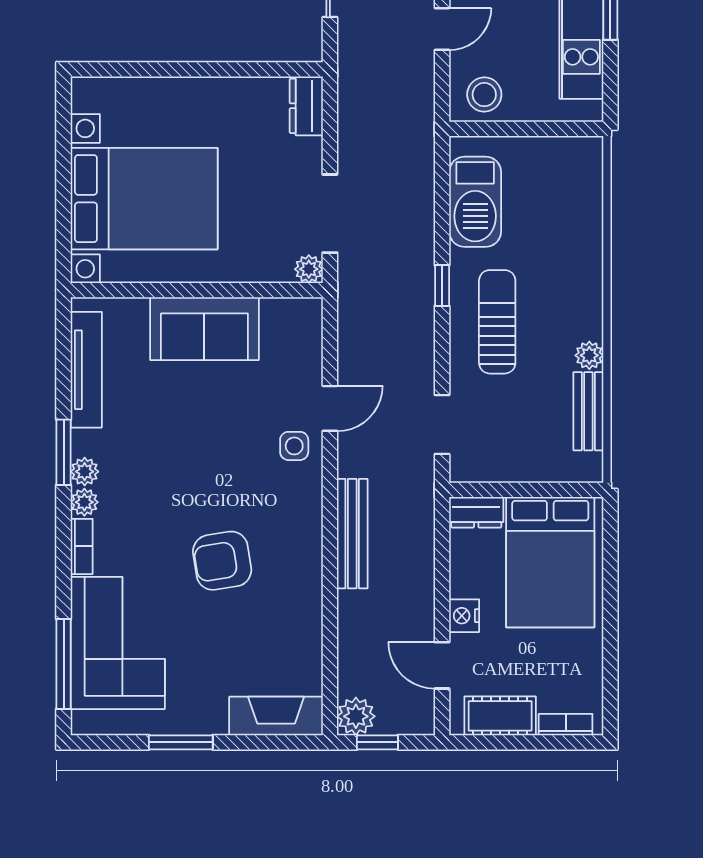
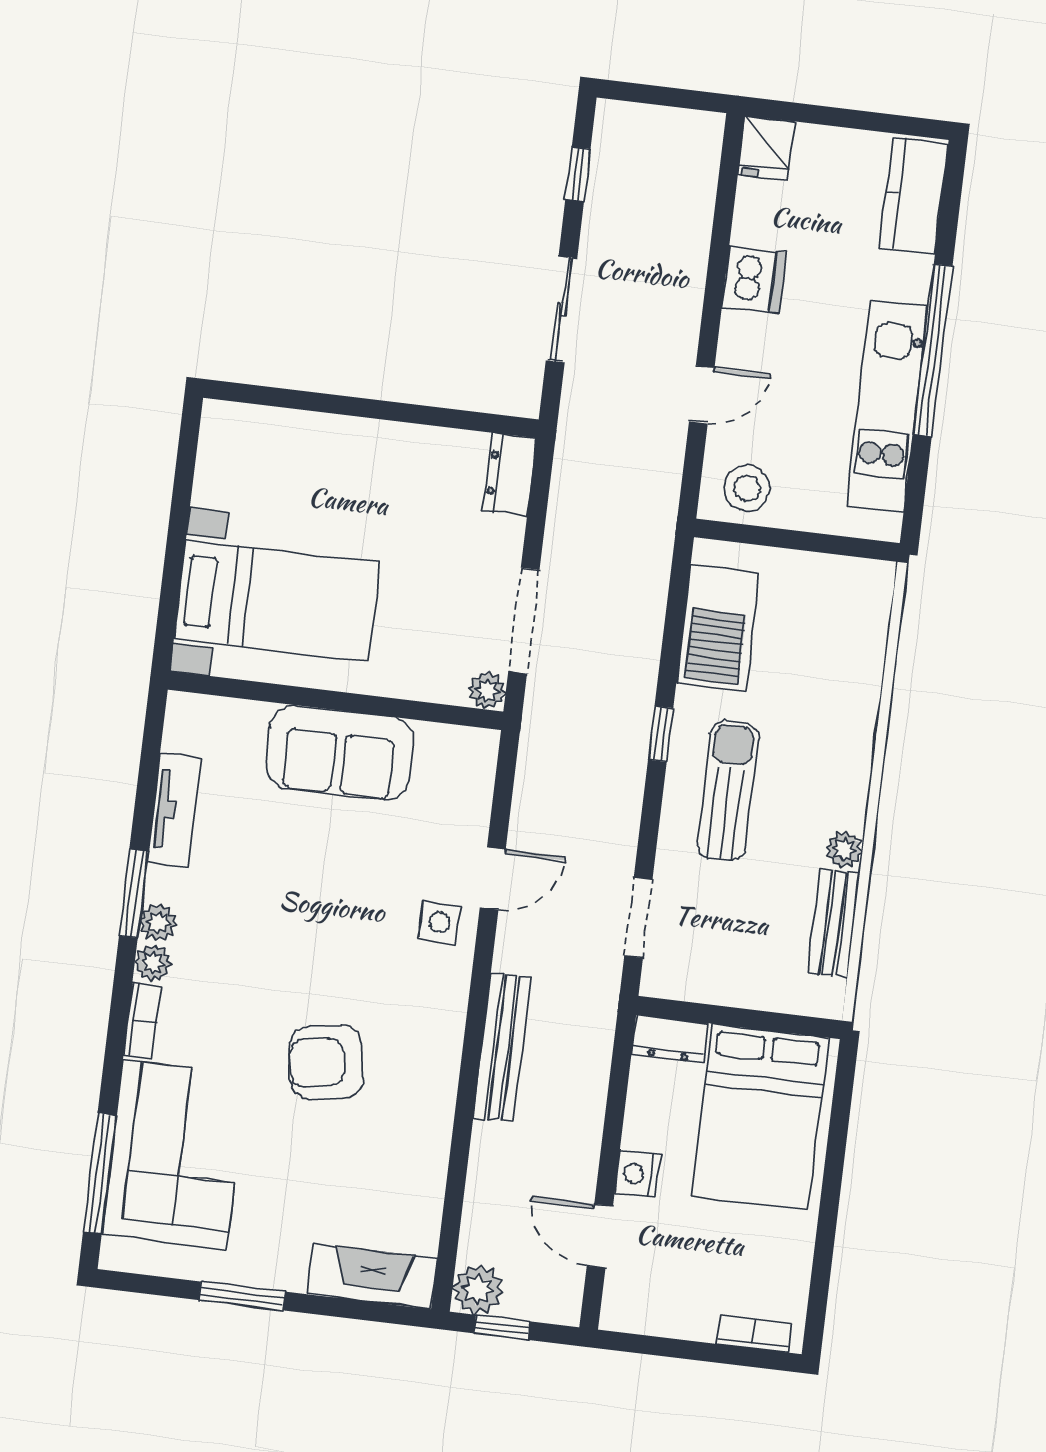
bed with nightstands: (144, 199) -> (277, 601), width x0.73
tv unit: (86, 370) -> (174, 810), width x0.71
cot: (500, 716) -> (669, 1312), removed

